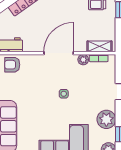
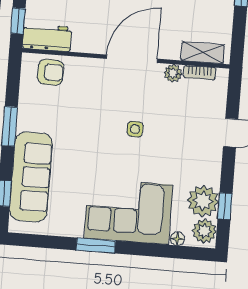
armchair: (12, 65) -> (51, 72), turned 180
plant: (106, 119) -> (203, 201), moved

